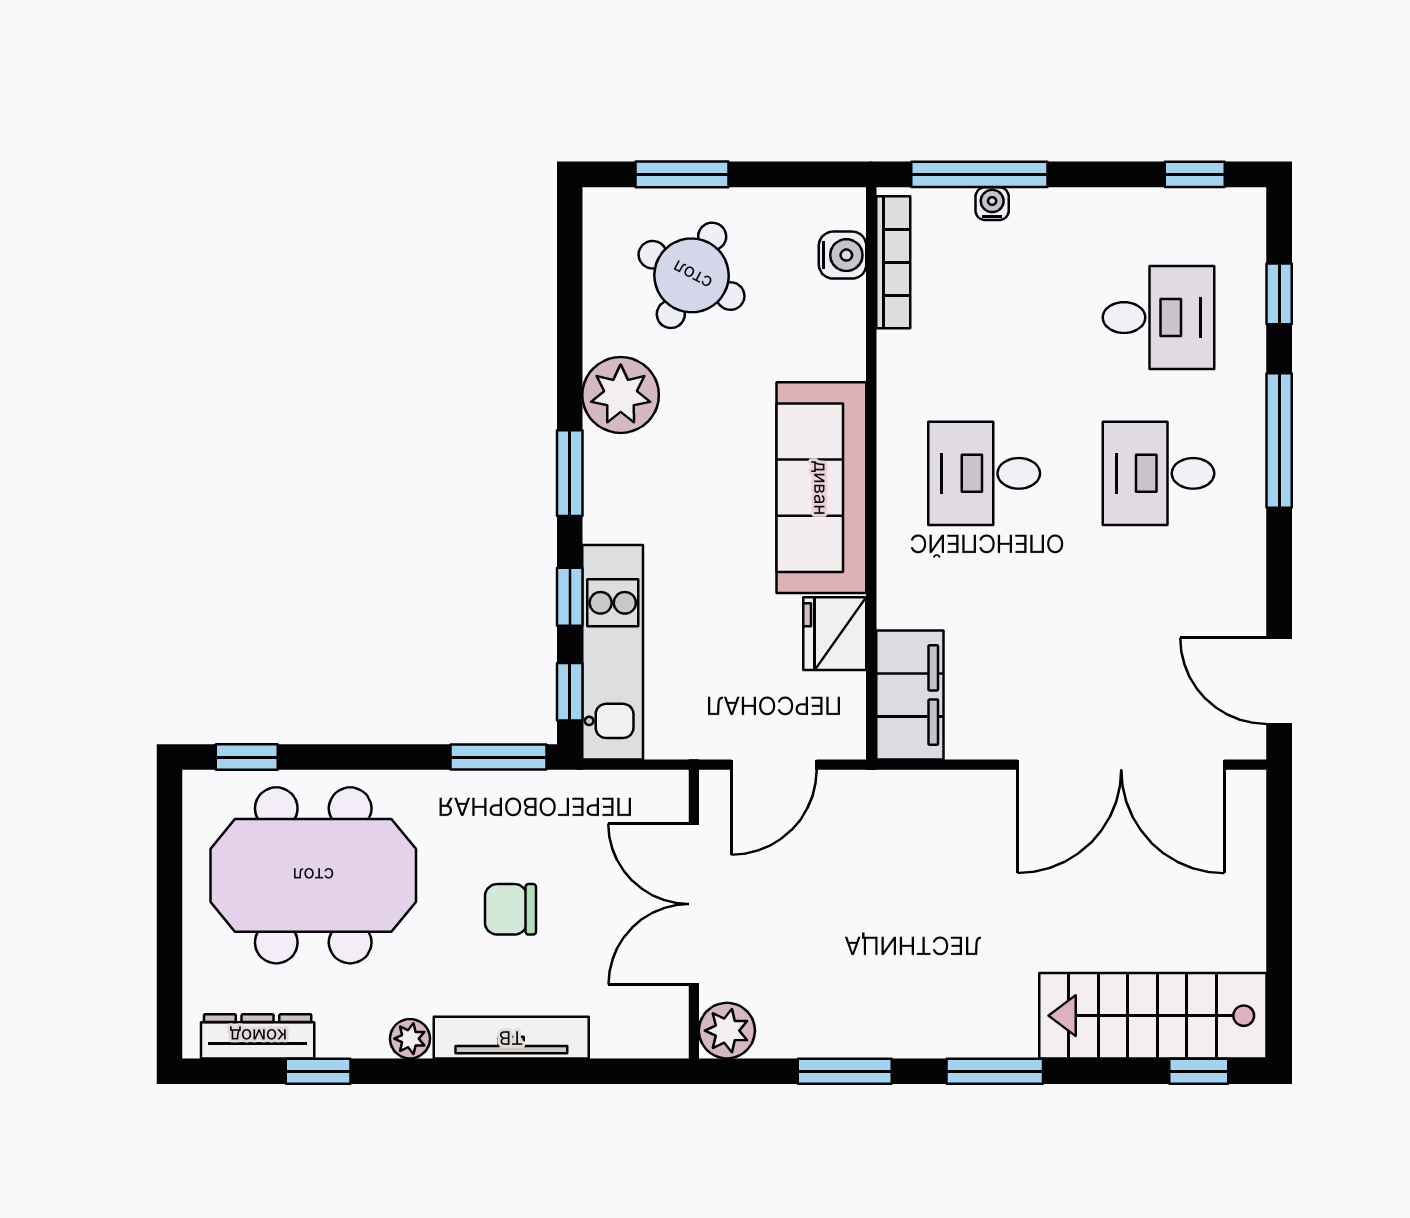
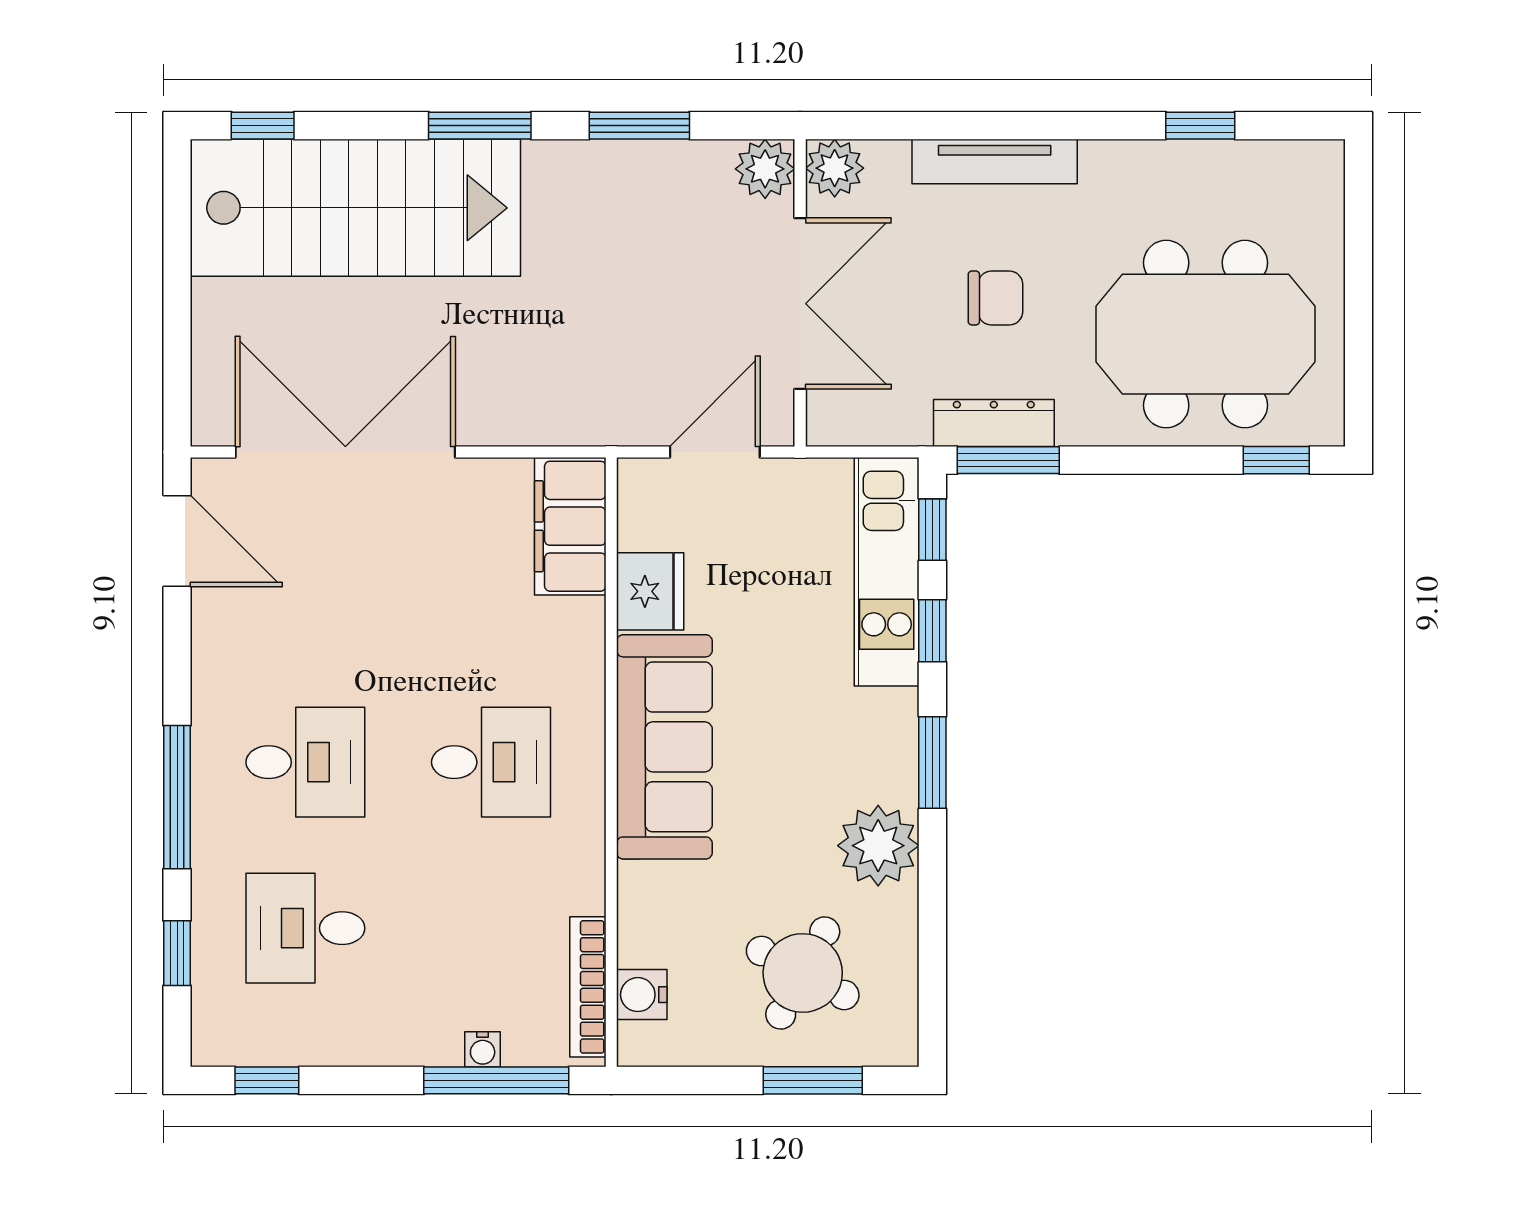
stairs: (1153, 1016) -> (355, 208), width x1.36, depth x1.51
dresser: (258, 1036) -> (994, 423), moved, turned 180
plant: (410, 1039) -> (835, 168), moved, width x1.38, depth x1.38

